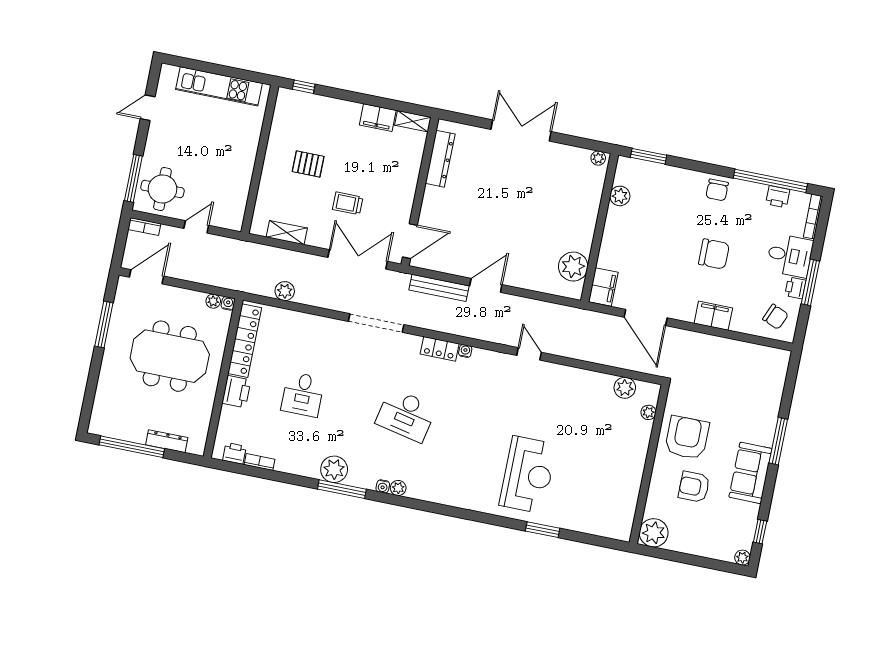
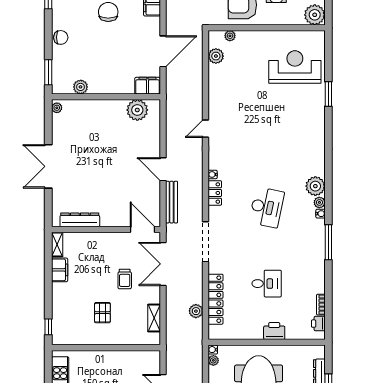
chair: (717, 190) -> (61, 37), moved
locker: (245, 341) -> (216, 299), moved, turned 90
plant: (334, 469) -> (315, 186), moved
reception desk: (528, 475) -> (295, 67), moved

